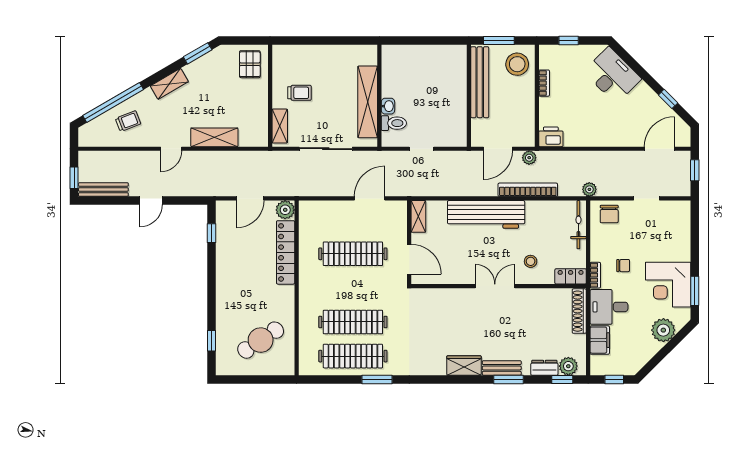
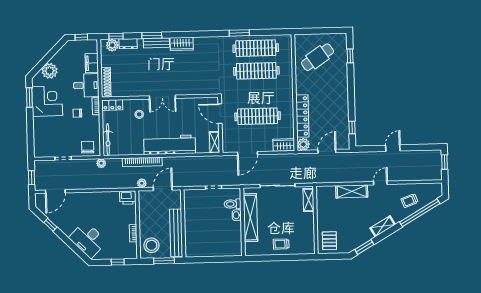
trolley: (300, 93) -> (281, 244), moved
bench: (103, 190) -> (425, 155), removed
wardrobe: (315, 210) -> (284, 145), added

